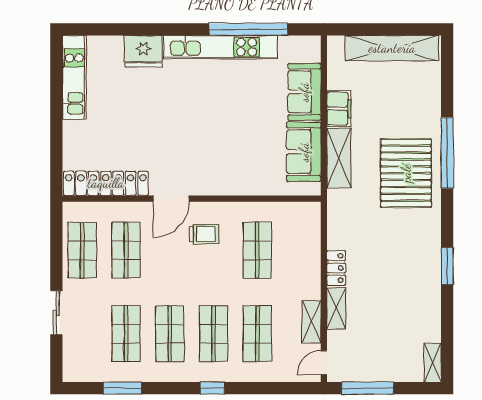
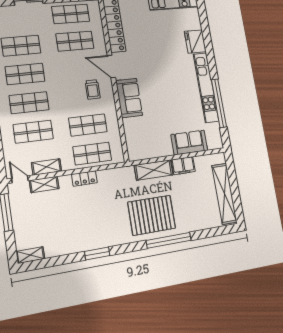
sofa: (304, 152) -> (129, 98), moved, turned 90
shop shelf: (301, 250) -> (92, 154), added
shelving: (336, 308) -> (44, 184), moved

